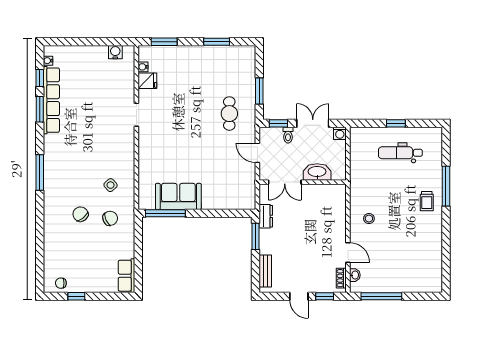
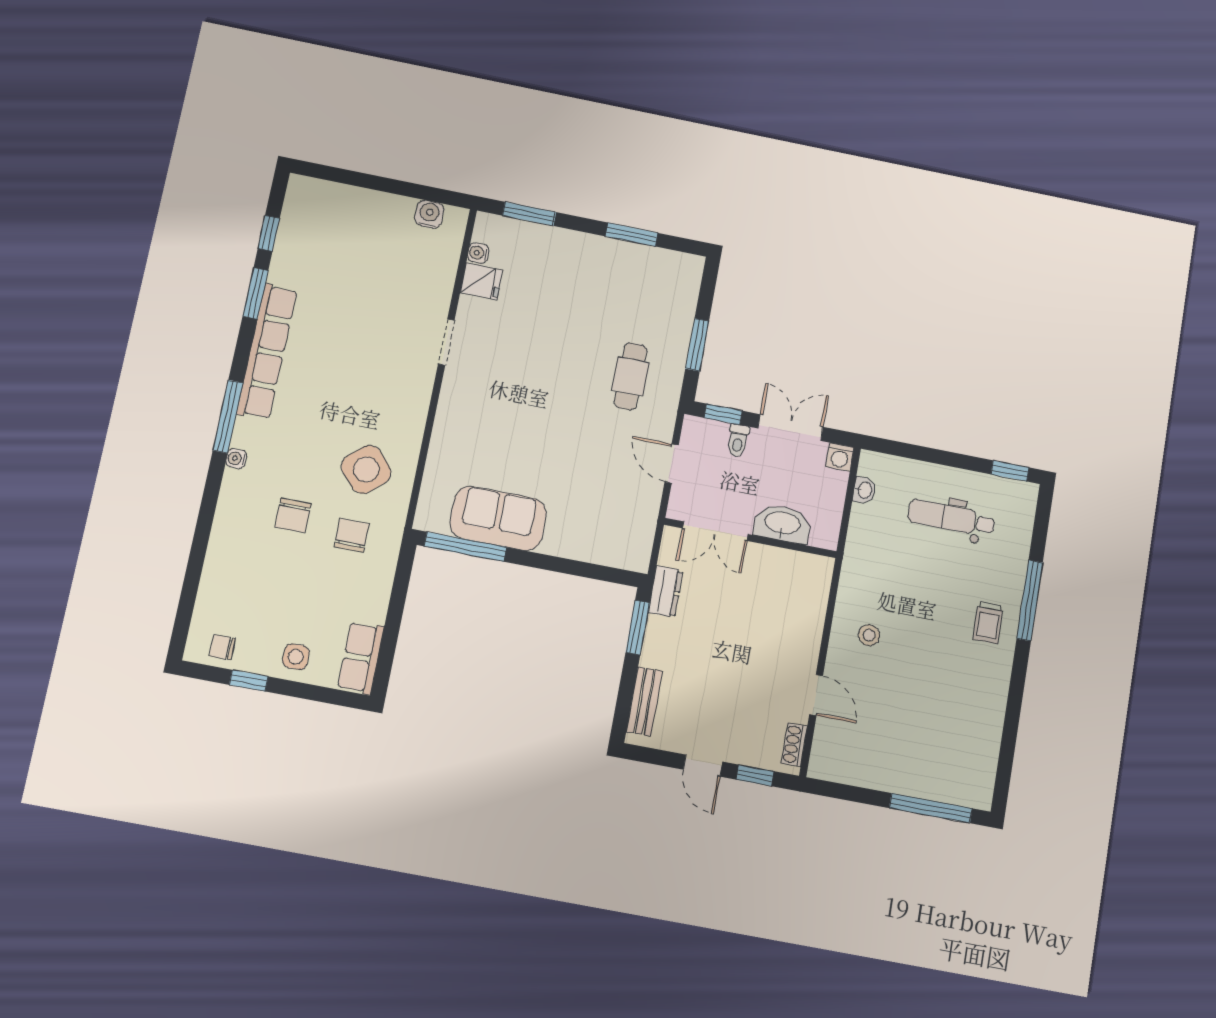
water cooler: (48, 61) -> (236, 459), moved
row of seats: (51, 100) -> (267, 352), moved
window: (396, 123) -> (1010, 471), moved
side table: (111, 185) -> (366, 469), width x1.87, depth x1.87
chair: (80, 214) -> (293, 515), turned -141
chair: (110, 218) -> (352, 535), turned -66
washbasin: (355, 275) -> (864, 490), moved
side table: (96, 281) -> (296, 657), added
window: (381, 296) -> (931, 808), moved

